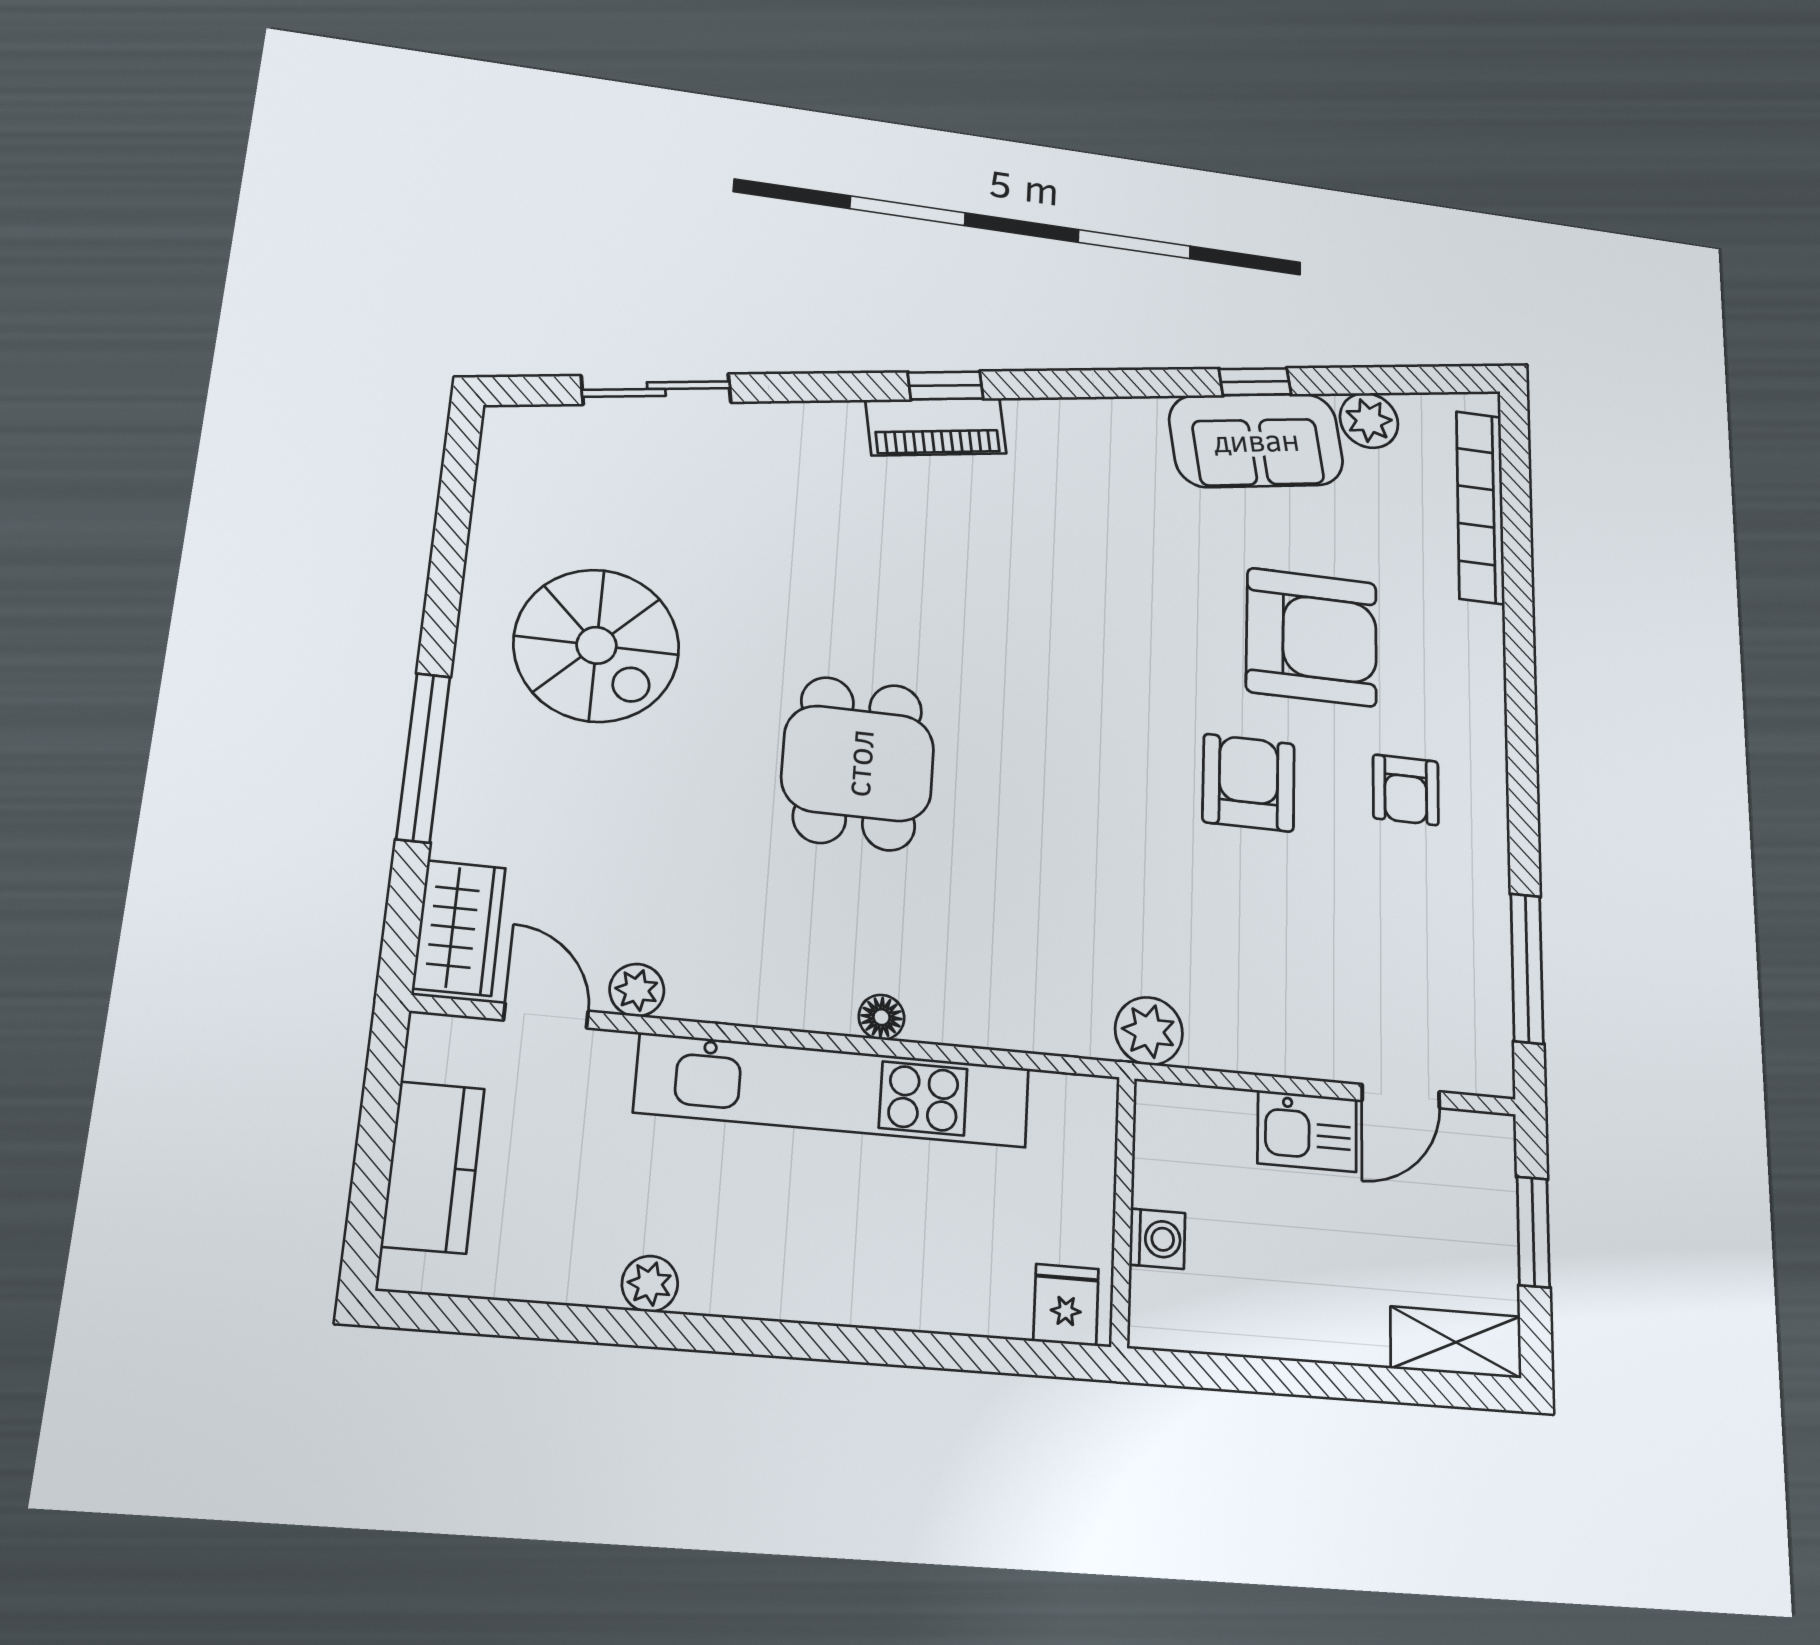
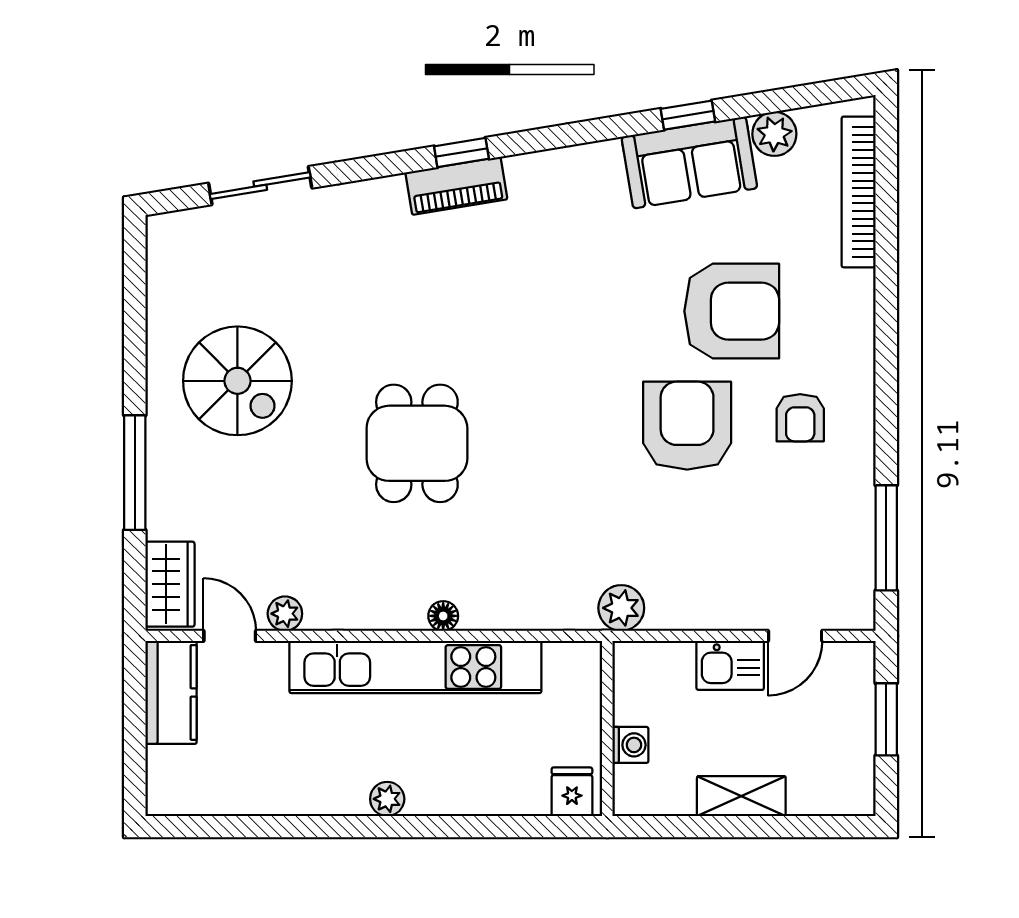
armchair: (1249, 783) -> (687, 426), width x1.36, depth x1.36
kitchen counter: (433, 1167) -> (171, 692), moved
plant: (650, 1284) -> (387, 799), moved
shelving: (1456, 1342) -> (741, 796), moved

